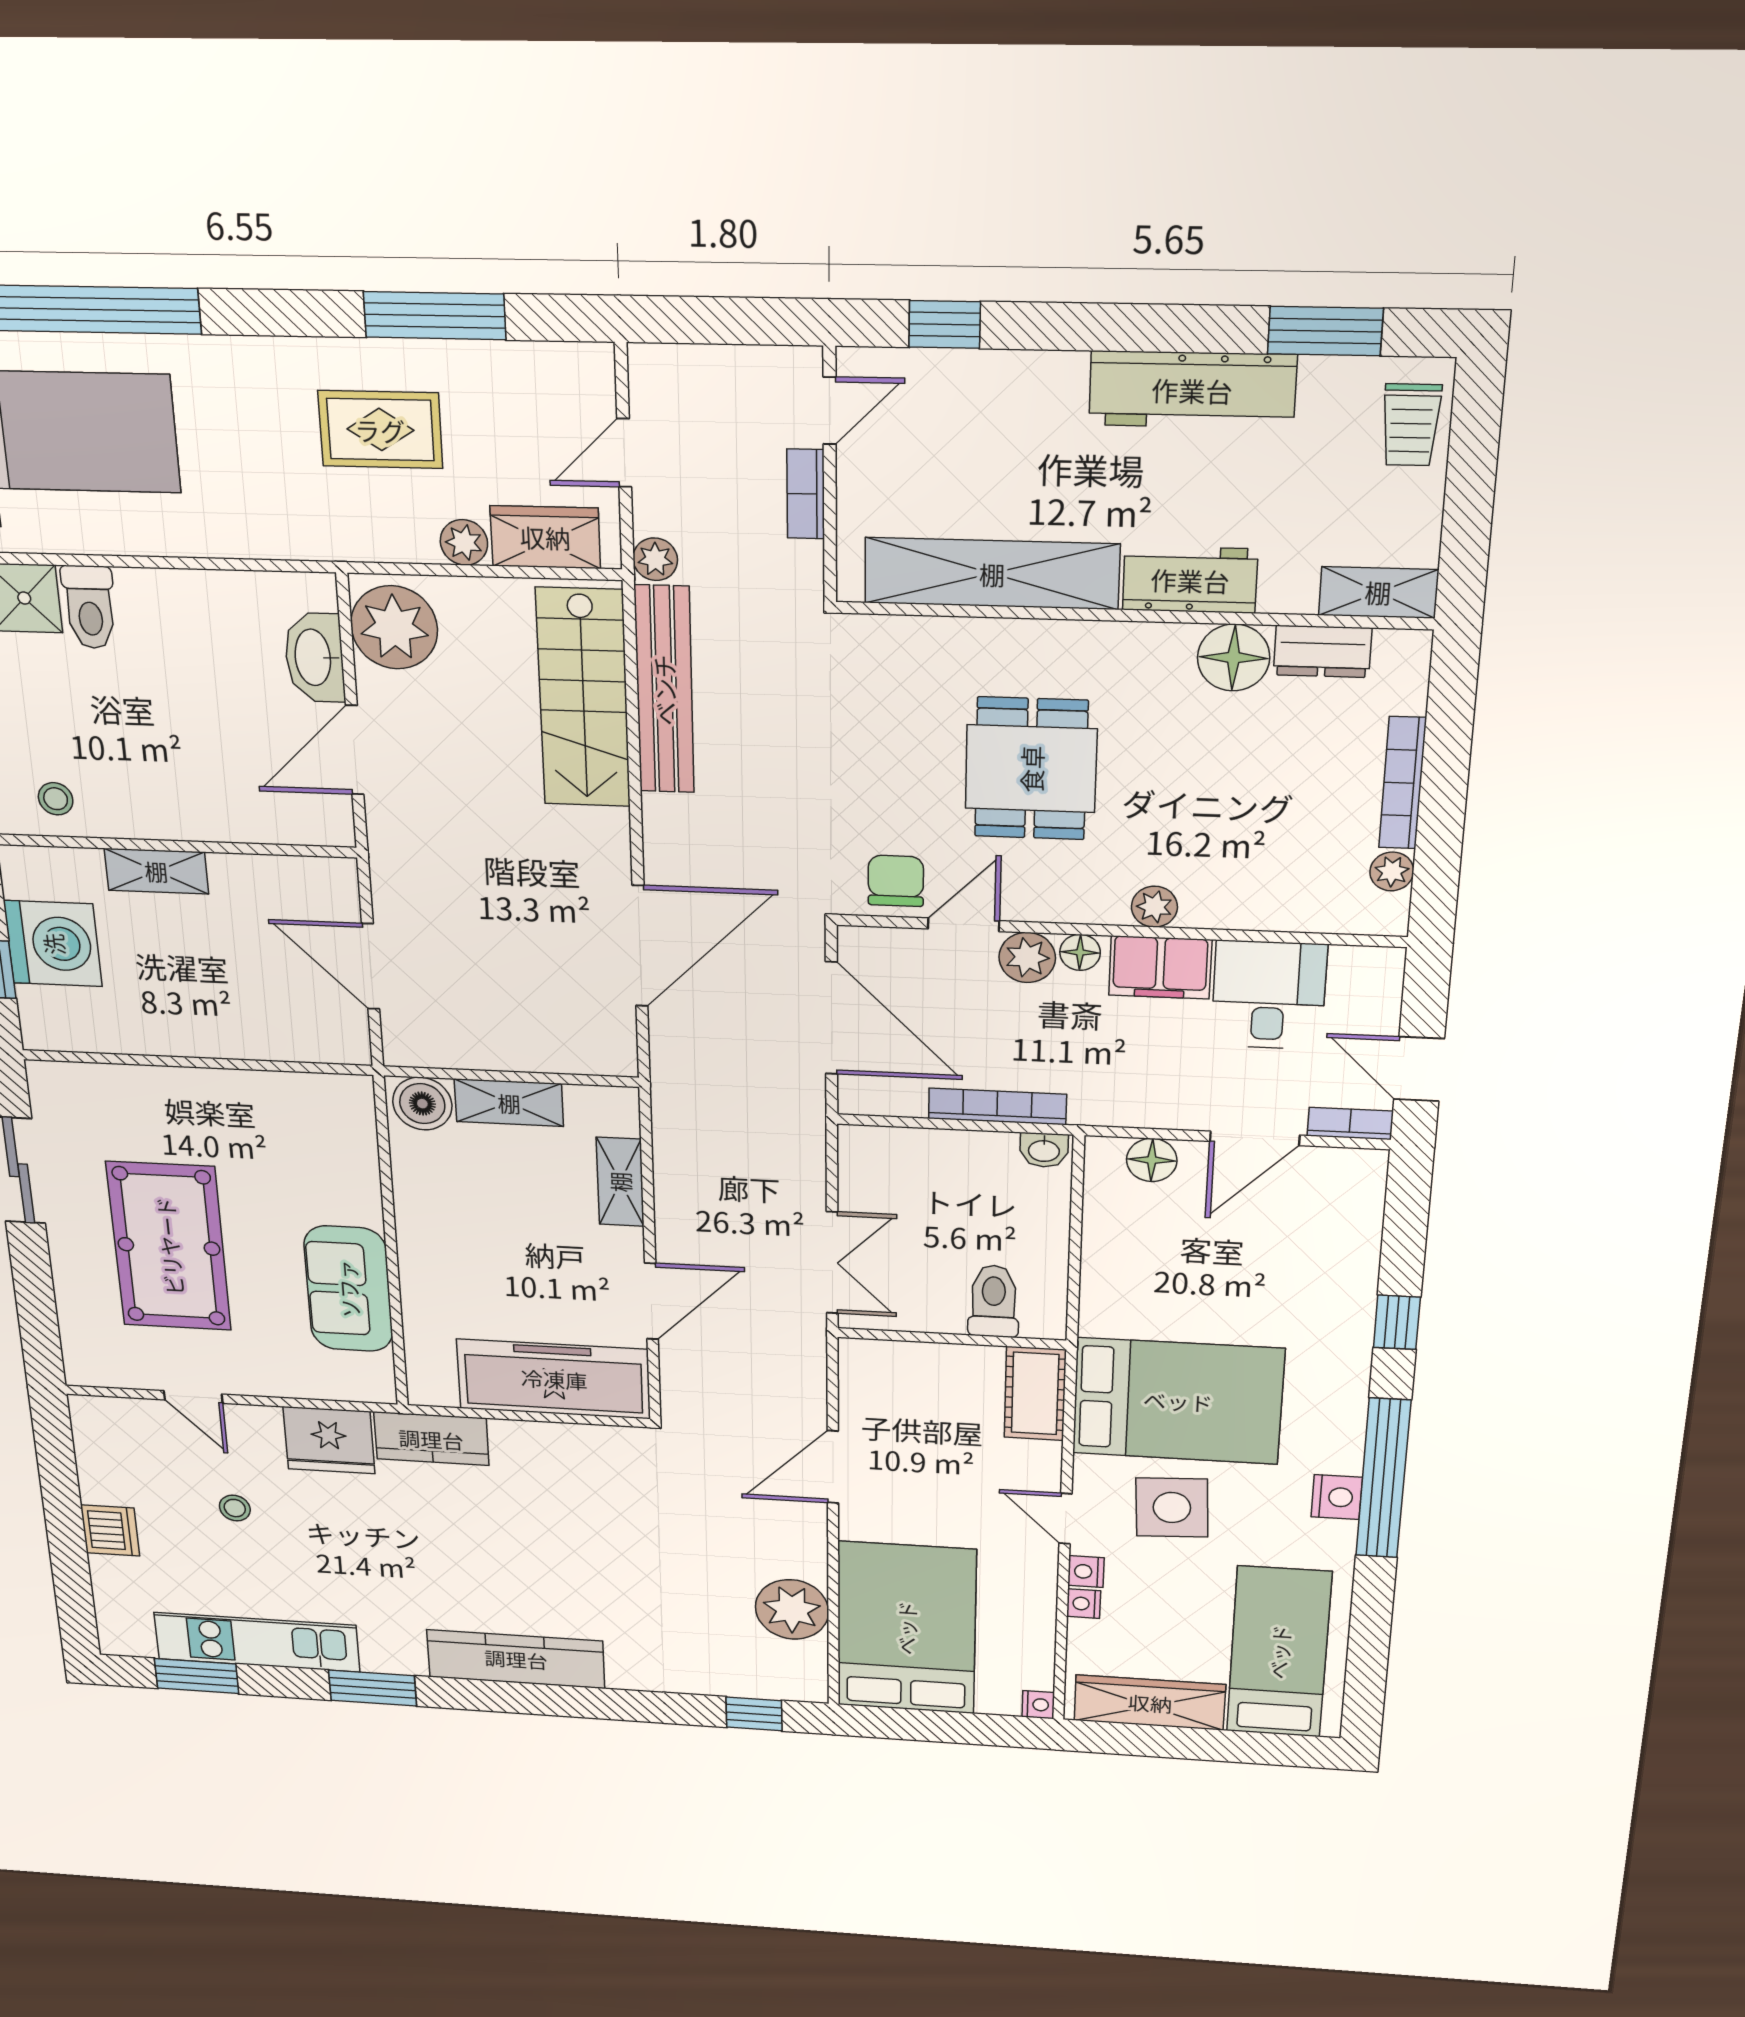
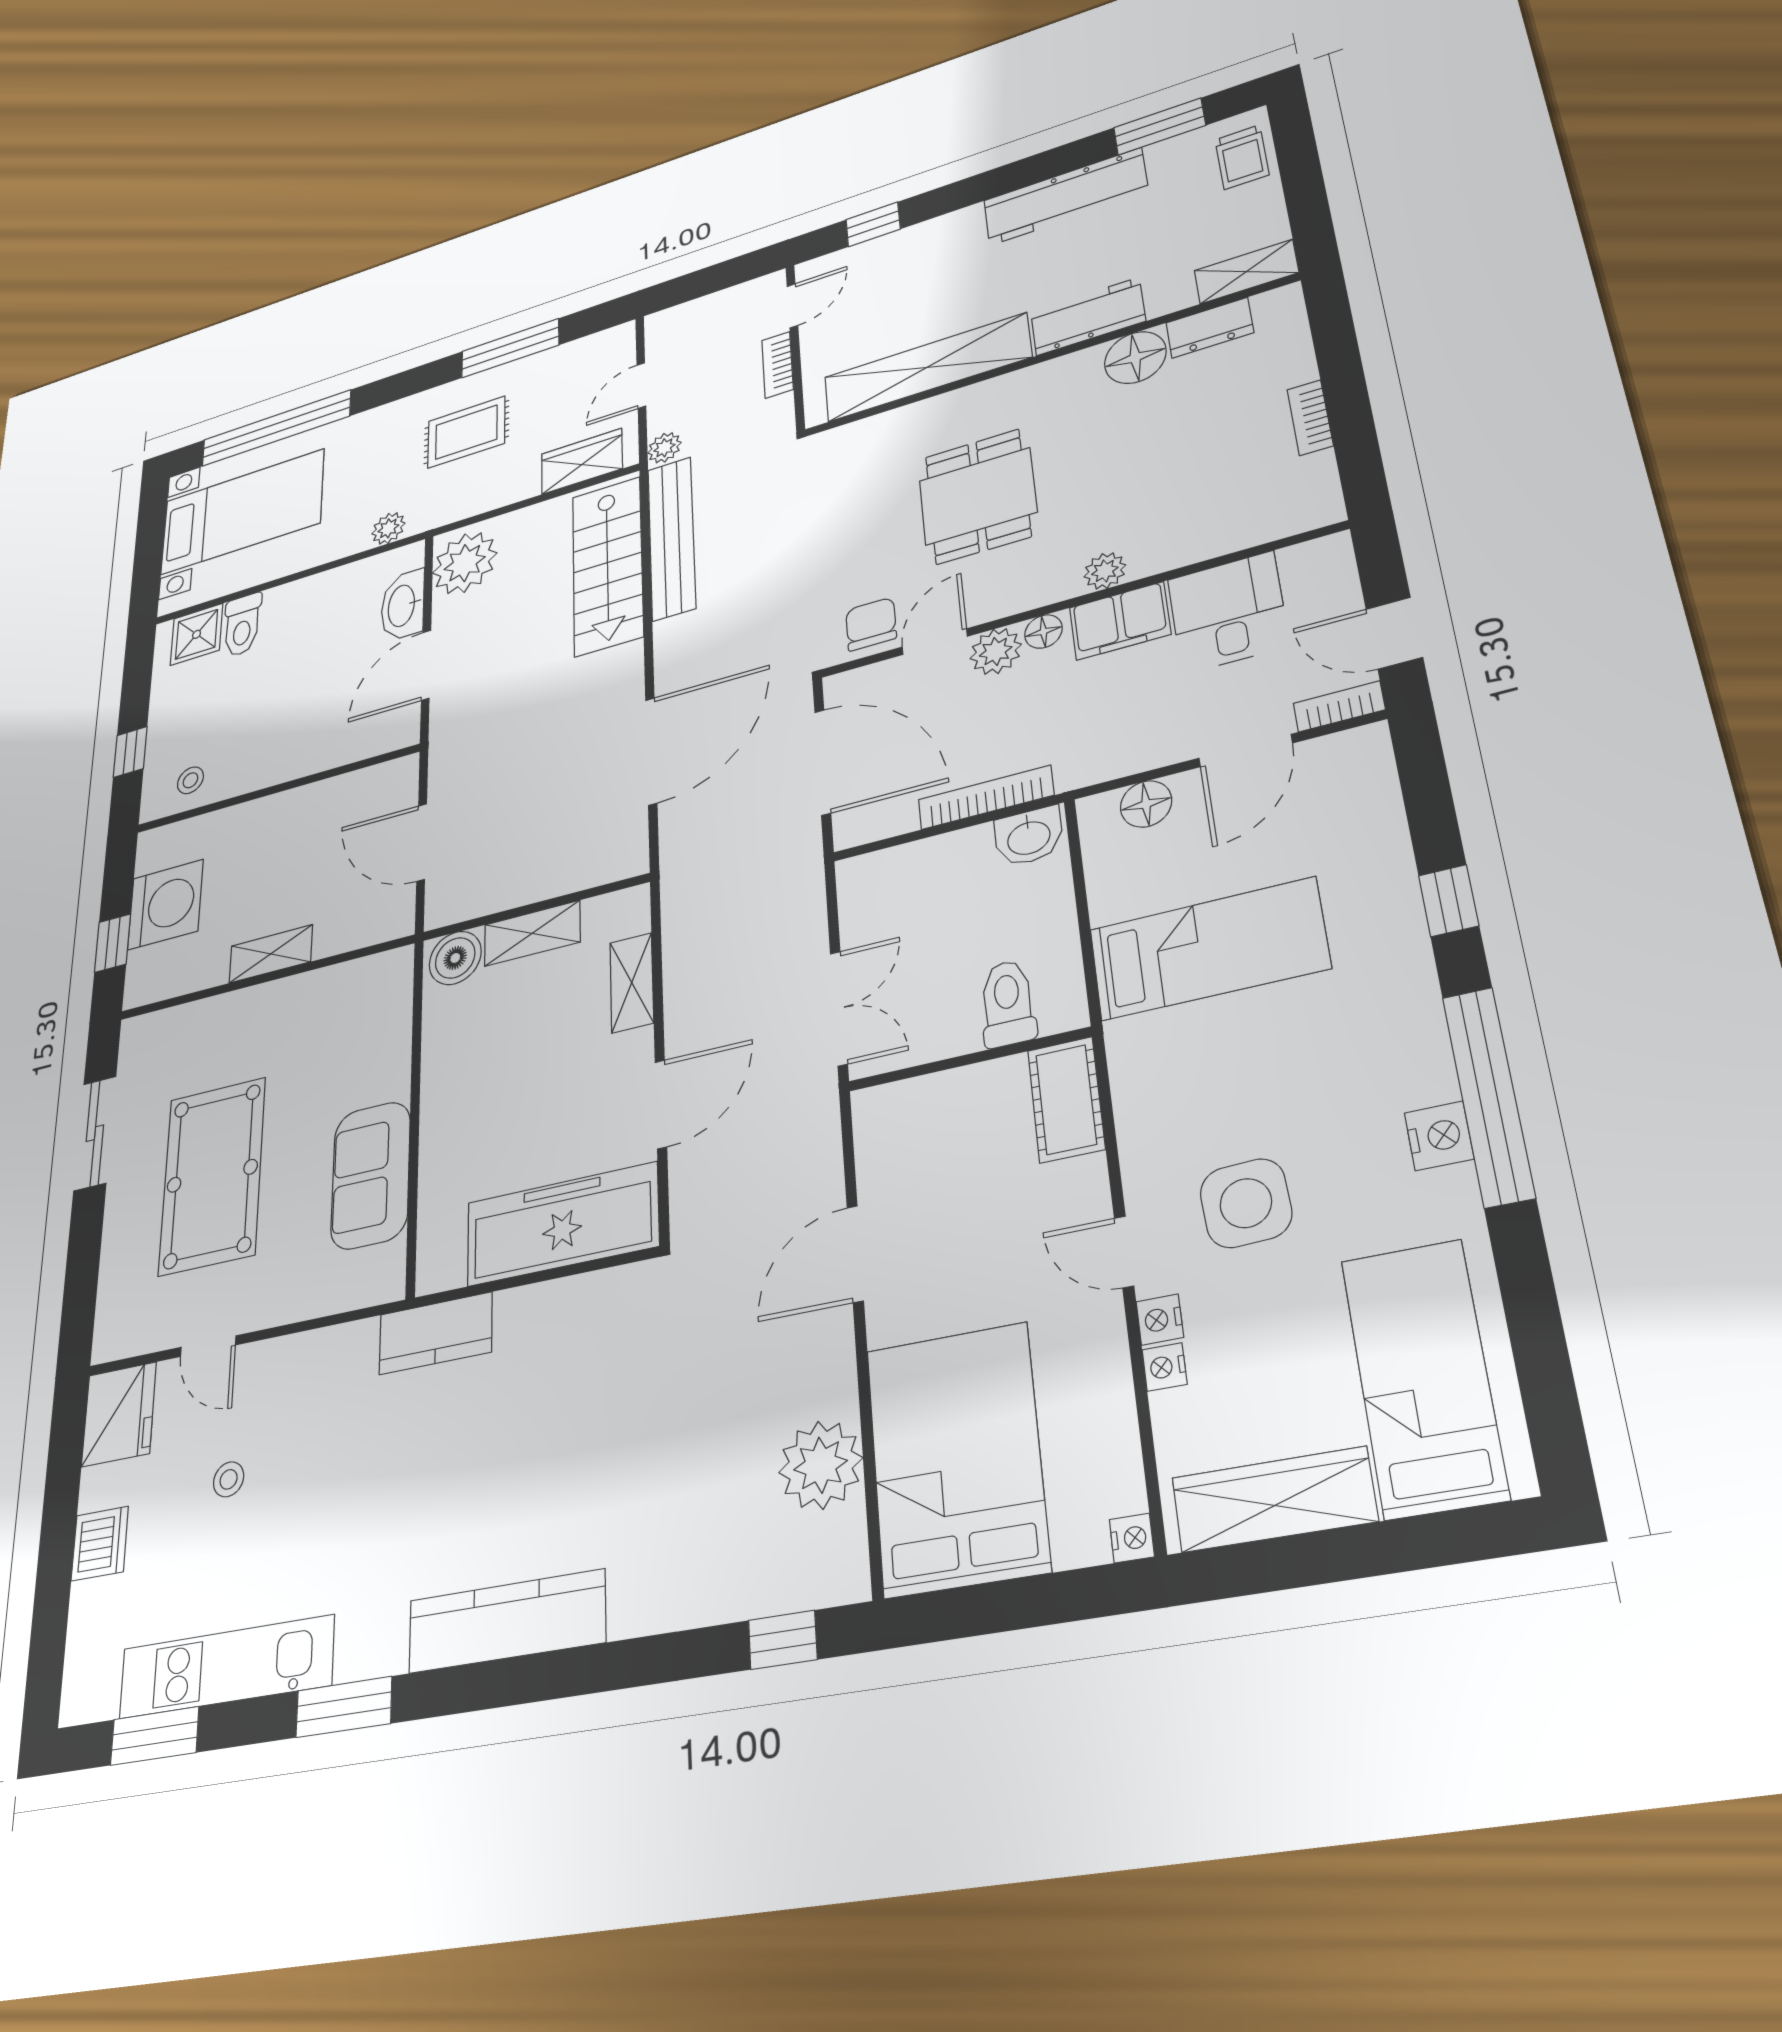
plant: (464, 542) -> (388, 528), moved
bookcase: (1403, 783) -> (1310, 418), width x0.64
shelving: (156, 871) -> (271, 954), moved
plant: (1392, 871) -> (1317, 471), removed
washbasin: (1044, 1150) -> (1029, 837), width x1.38, depth x1.45
bed: (1178, 1401) -> (1208, 949), moved, width x0.67
fridge: (329, 1440) -> (119, 1414), moved, turned -90

